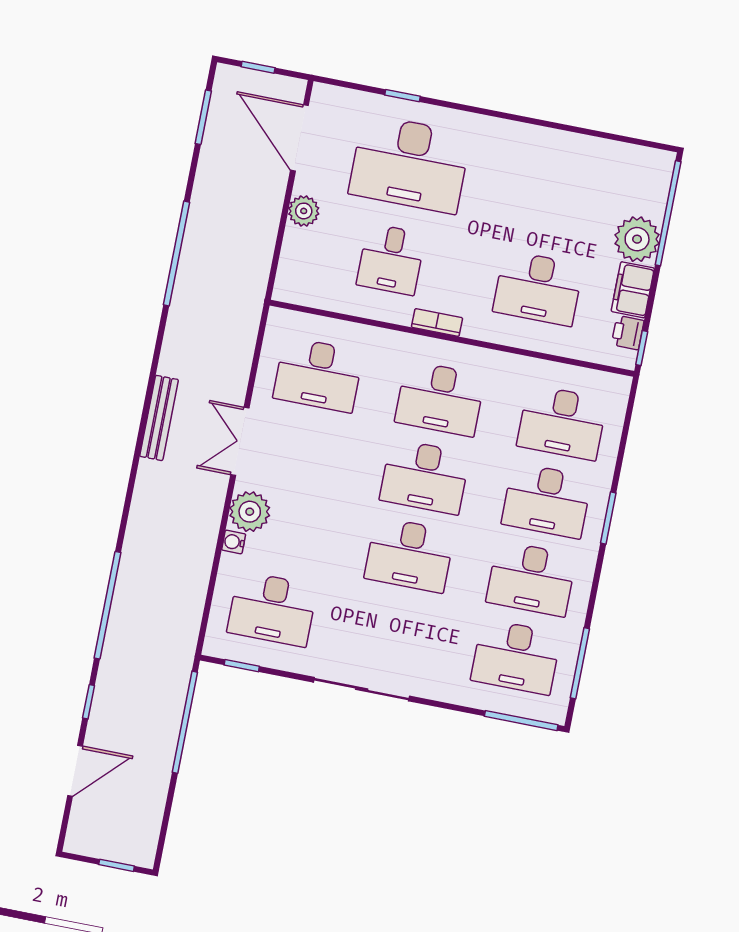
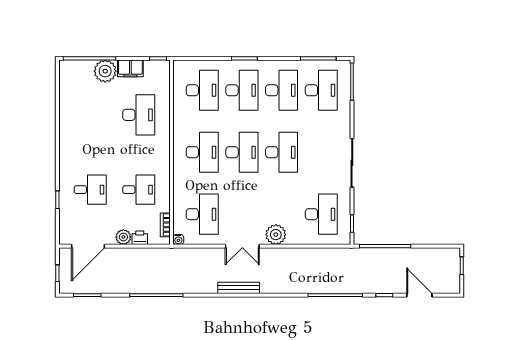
desk: (410, 164) -> (90, 190), width x0.53, depth x0.77
bookcase: (437, 323) -> (165, 225), moved
printer: (628, 333) -> (140, 238), moved, turned 180
water cooler: (234, 542) -> (178, 240), moved

